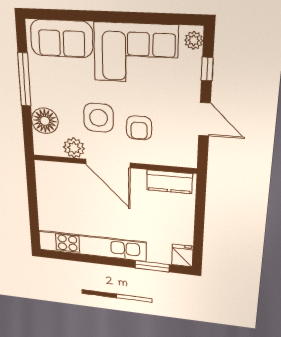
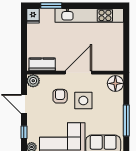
floor lamp: (45, 121) -> (115, 83), moved
plant: (74, 148) -> (33, 81), moved
door: (108, 163) -> (78, 73), hinge flipped

